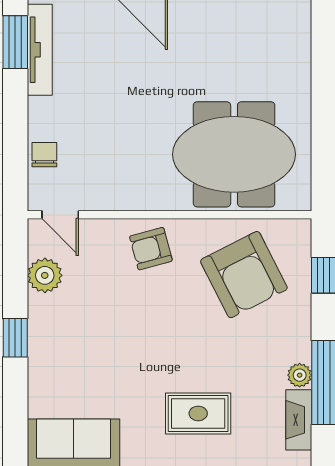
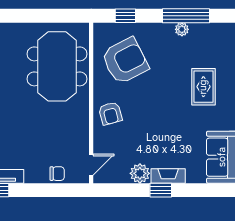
chair: (44, 155) -> (57, 174), turned 180
plant: (45, 275) -> (140, 173), moved
fireplace: (299, 420) -> (168, 176), moved, turned 180

